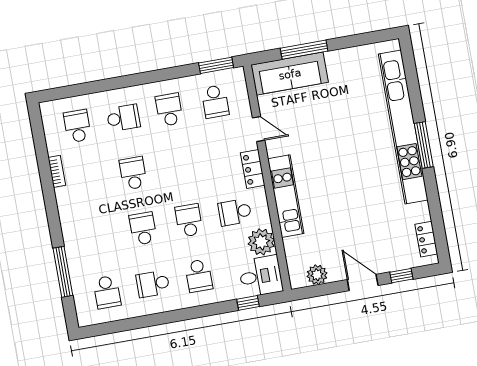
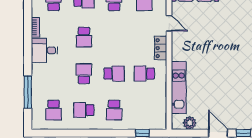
school desk: (133, 173) -> (84, 37), turned 180
kitchen unit: (286, 196) -> (179, 88), moved
school desk: (189, 220) -> (114, 74), turned 90
plant: (261, 242) -> (158, 96), removed
desk: (261, 276) -> (44, 50), moved, turned 180

